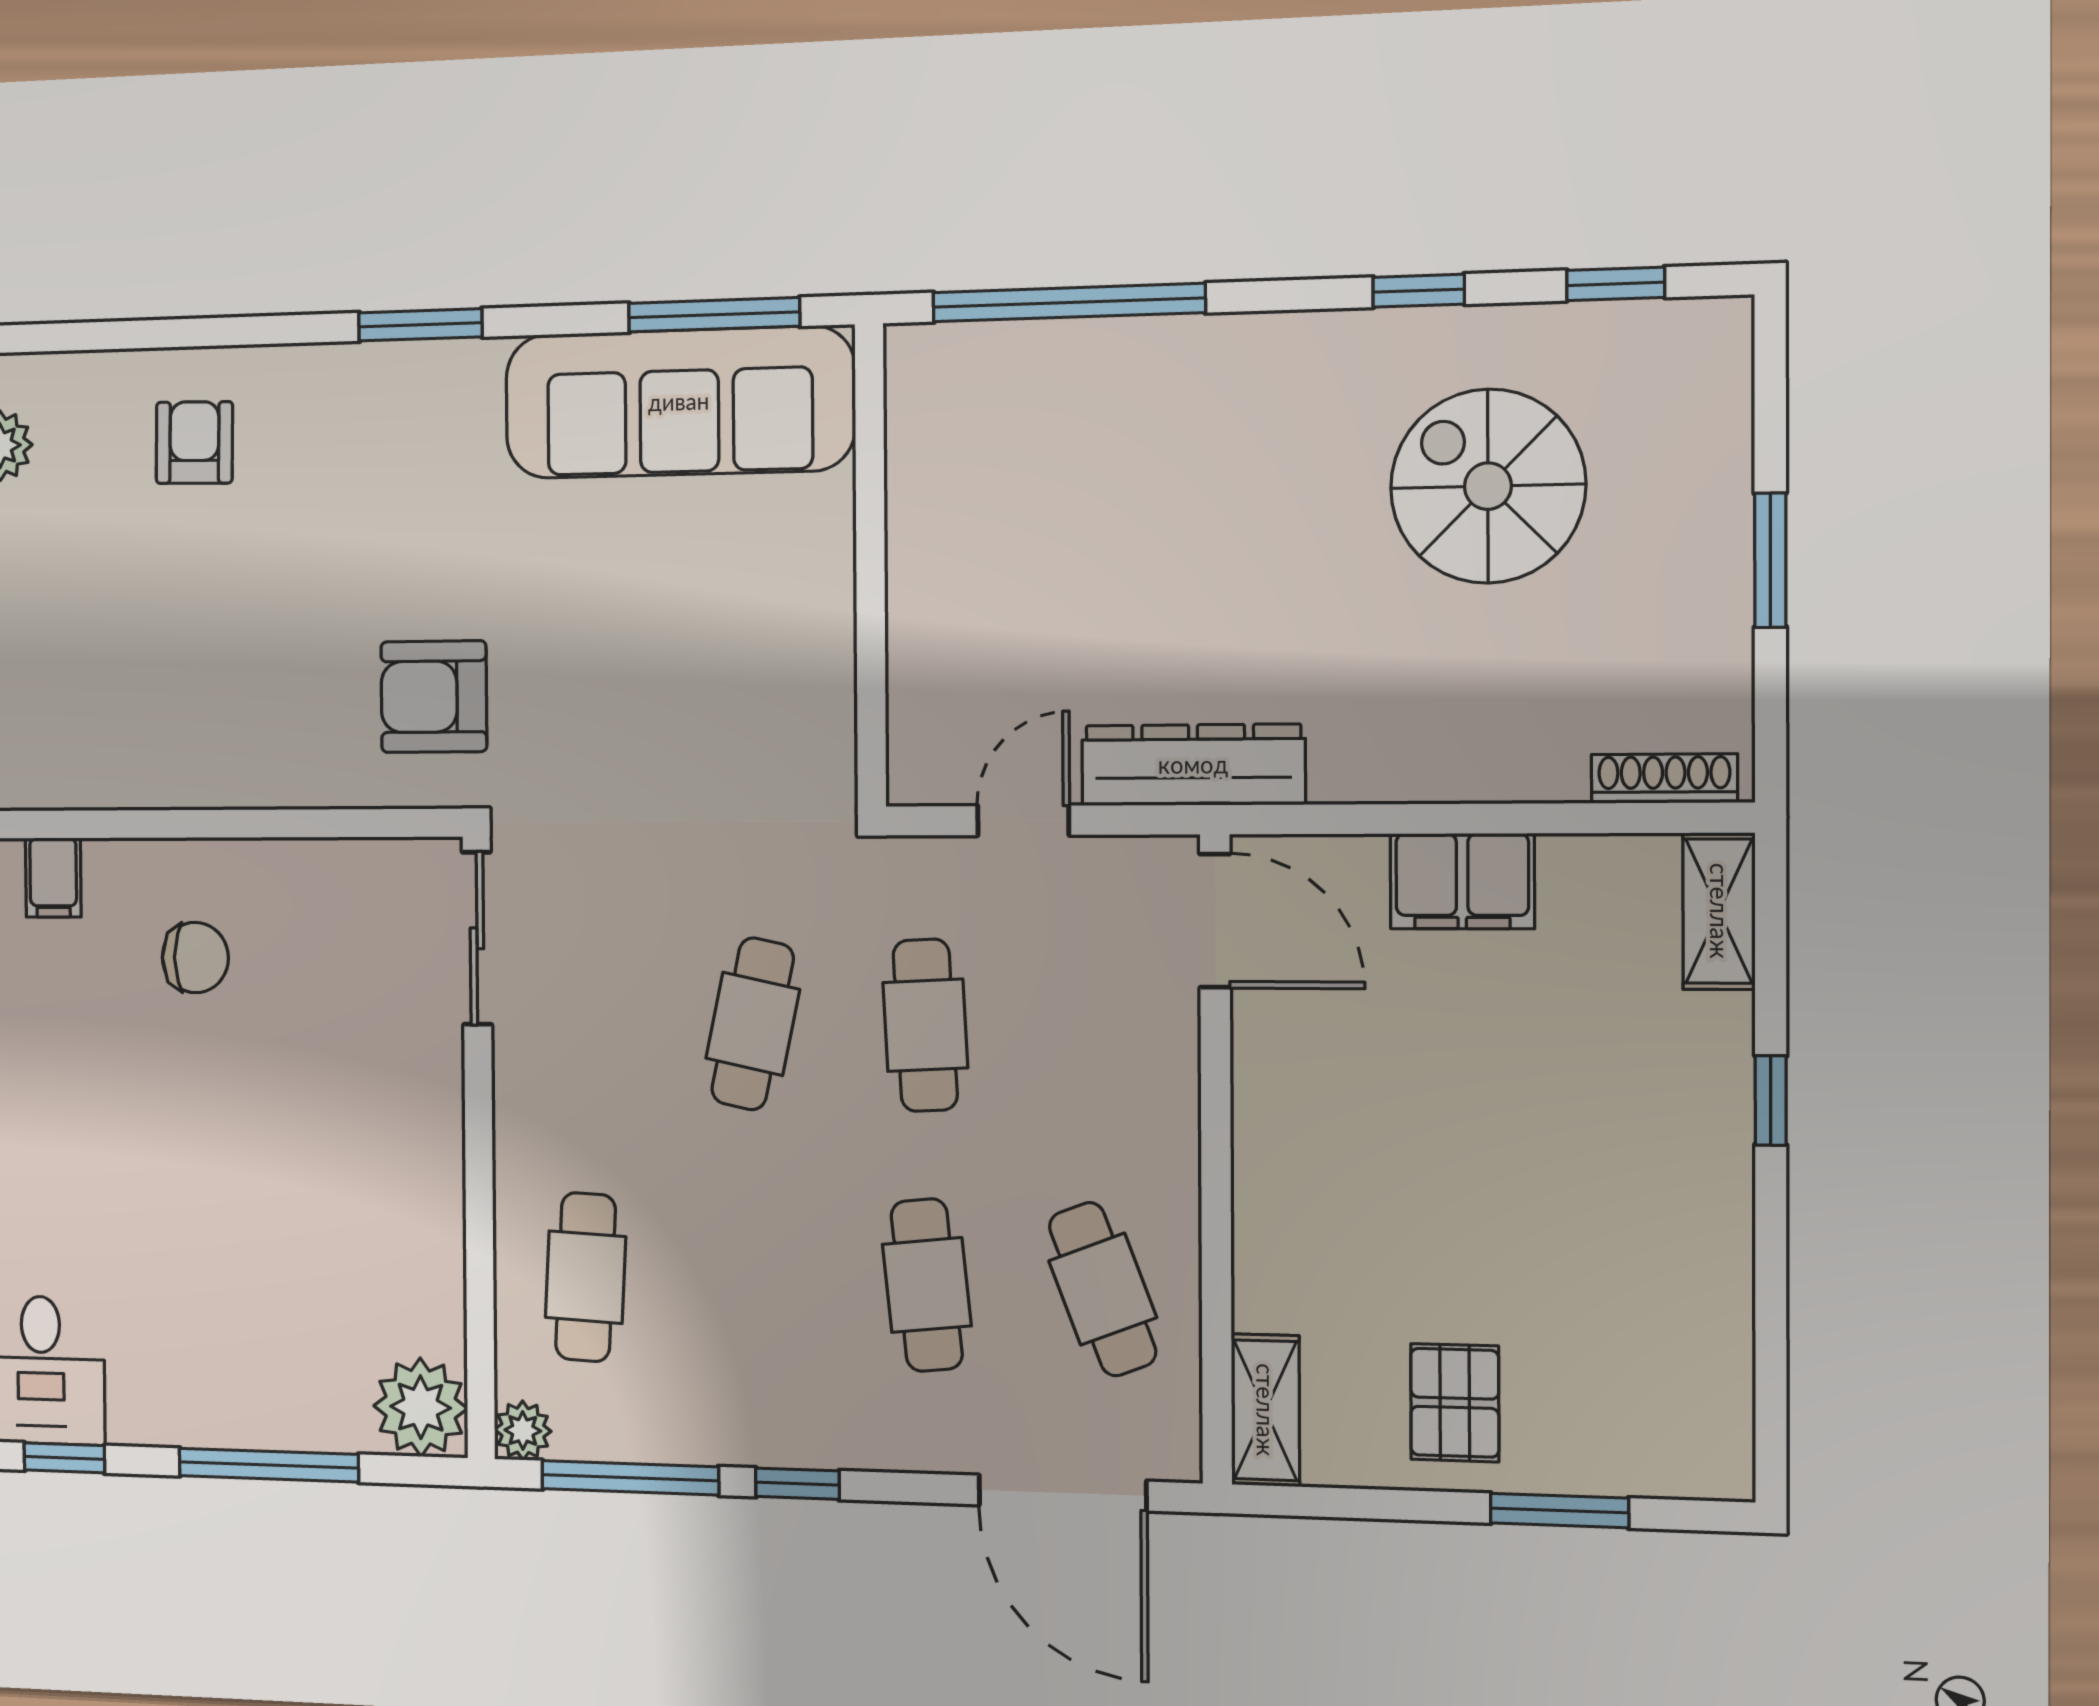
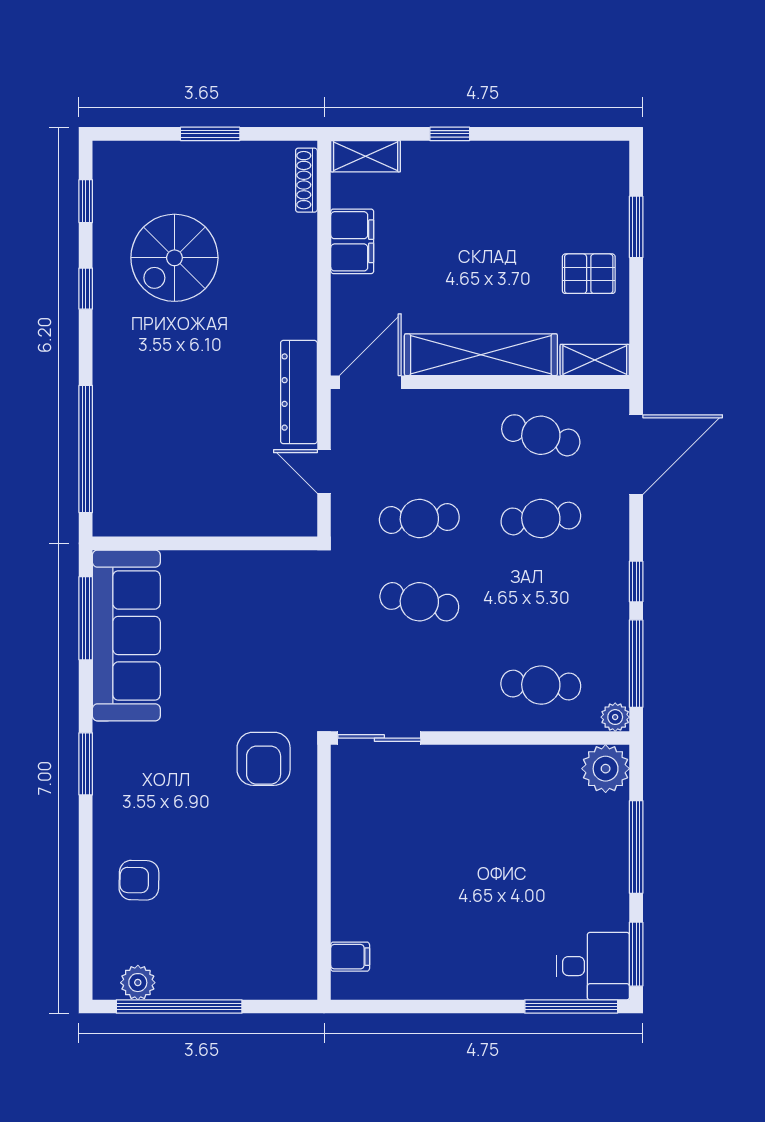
filing cabinet: (1462, 881) -> (352, 241), moved
chair: (195, 958) -> (389, 882), removed
shelving: (1276, 1162) -> (481, 355), added
cafe table: (1103, 1289) -> (541, 435), turned 36
window: (64, 1458) -> (636, 954), width x1.50

